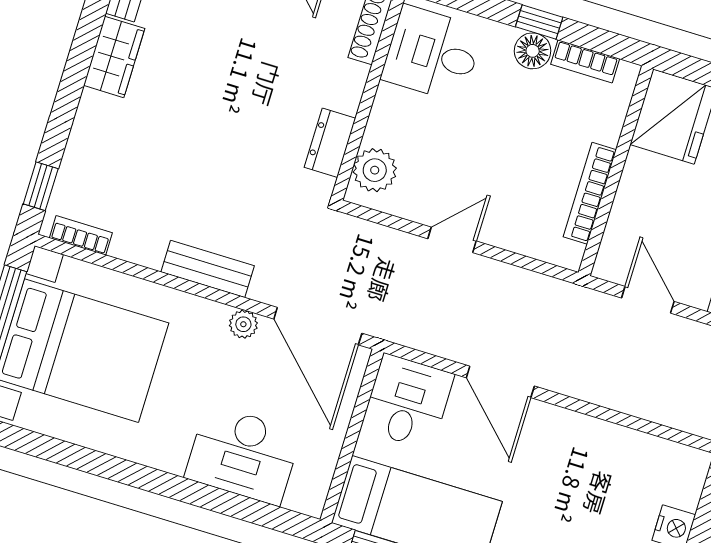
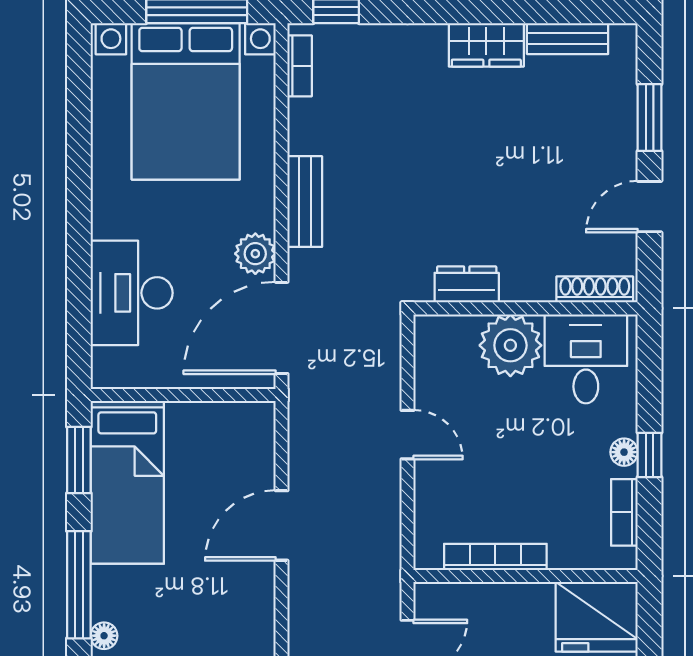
floor lamp: (533, 51) -> (624, 452), width x0.73, depth x0.73
plant: (375, 170) -> (510, 345), moved, width x1.36, depth x1.36
plant: (243, 324) -> (255, 254), width x1.38, depth x1.38
desk: (408, 402) -> (234, 440), removed

